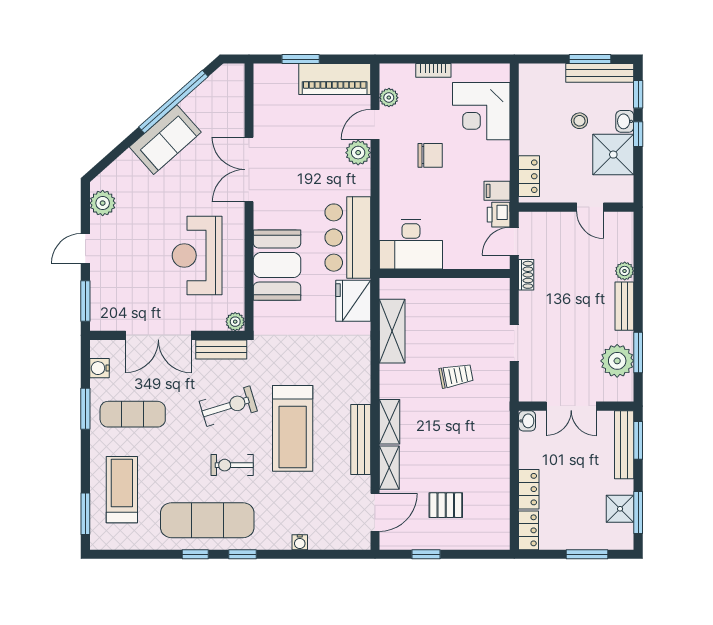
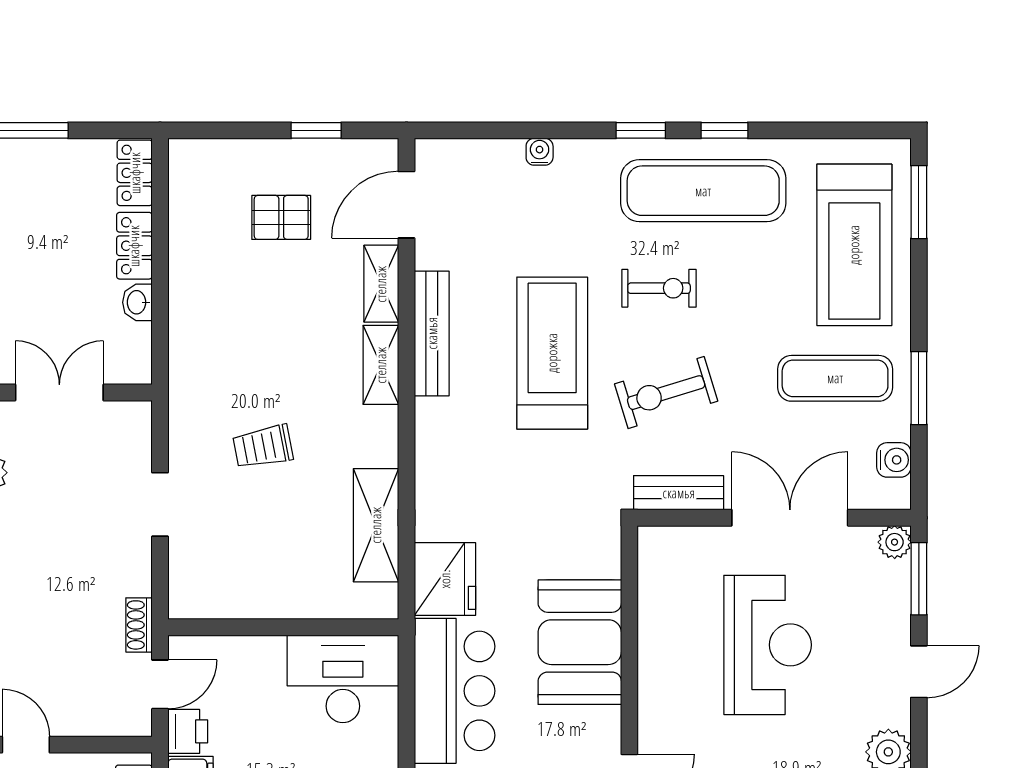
reception desk: (197, 255) -> (768, 645), moved
plant: (235, 322) -> (895, 542), moved
washbasin: (527, 421) -> (137, 302), moved
treadmill: (122, 490) -> (854, 245), width x1.37, depth x1.38

